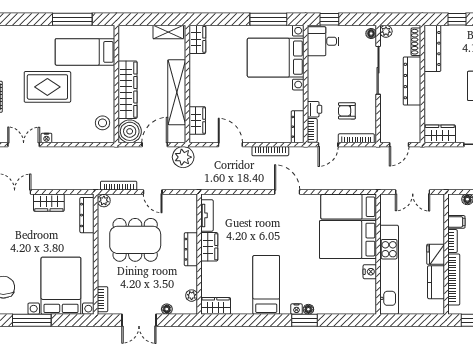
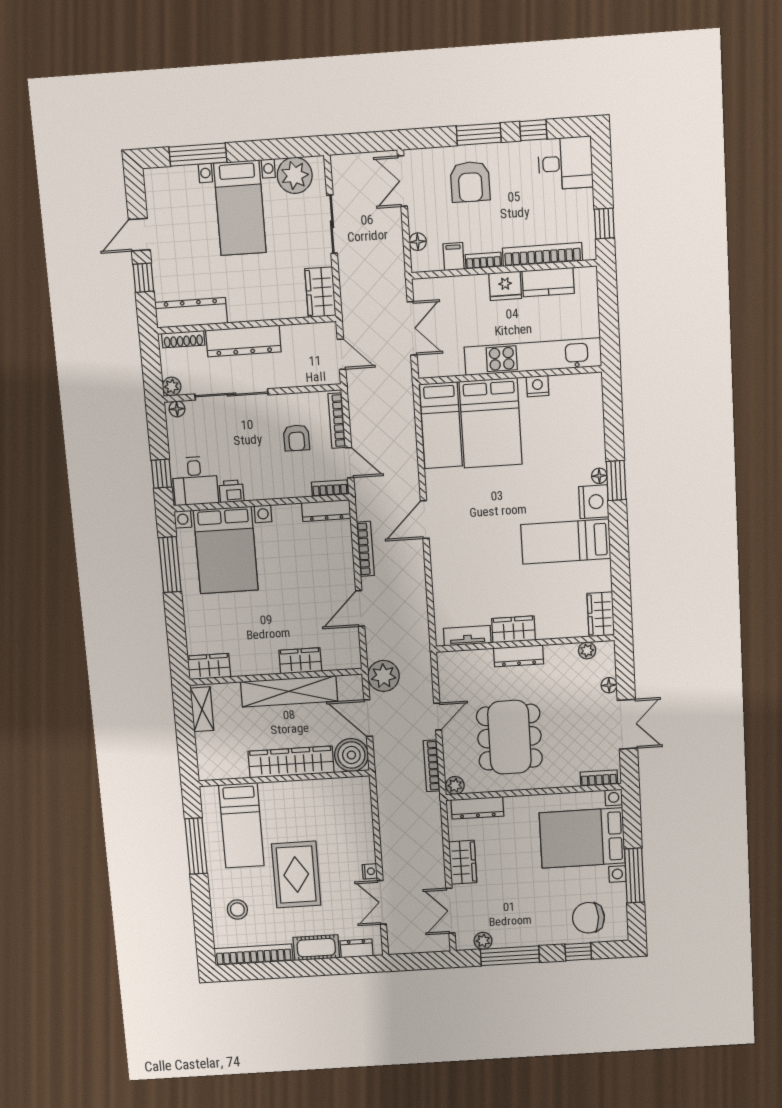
printer: (315, 109) -> (232, 491), moved
wardrobe: (197, 120) -> (300, 661), moved
stool: (102, 123) -> (237, 910), moved
nightstand: (296, 309) -> (594, 502), width x1.89, depth x1.79

